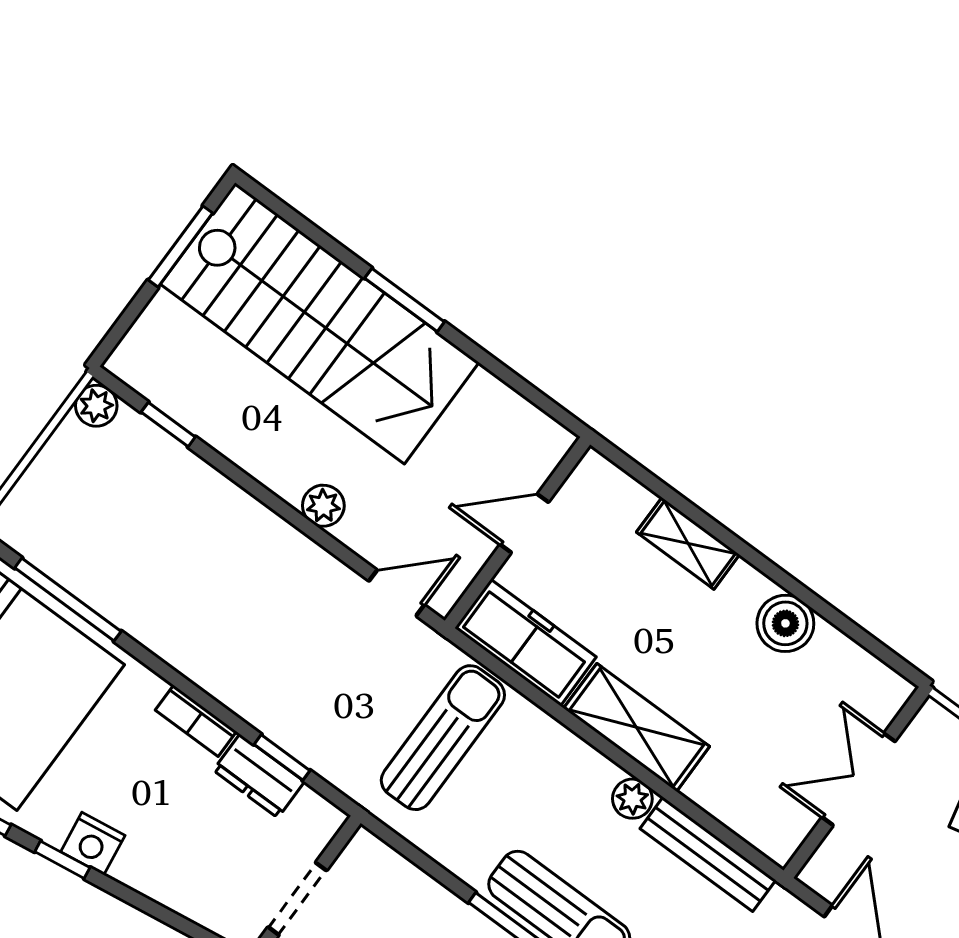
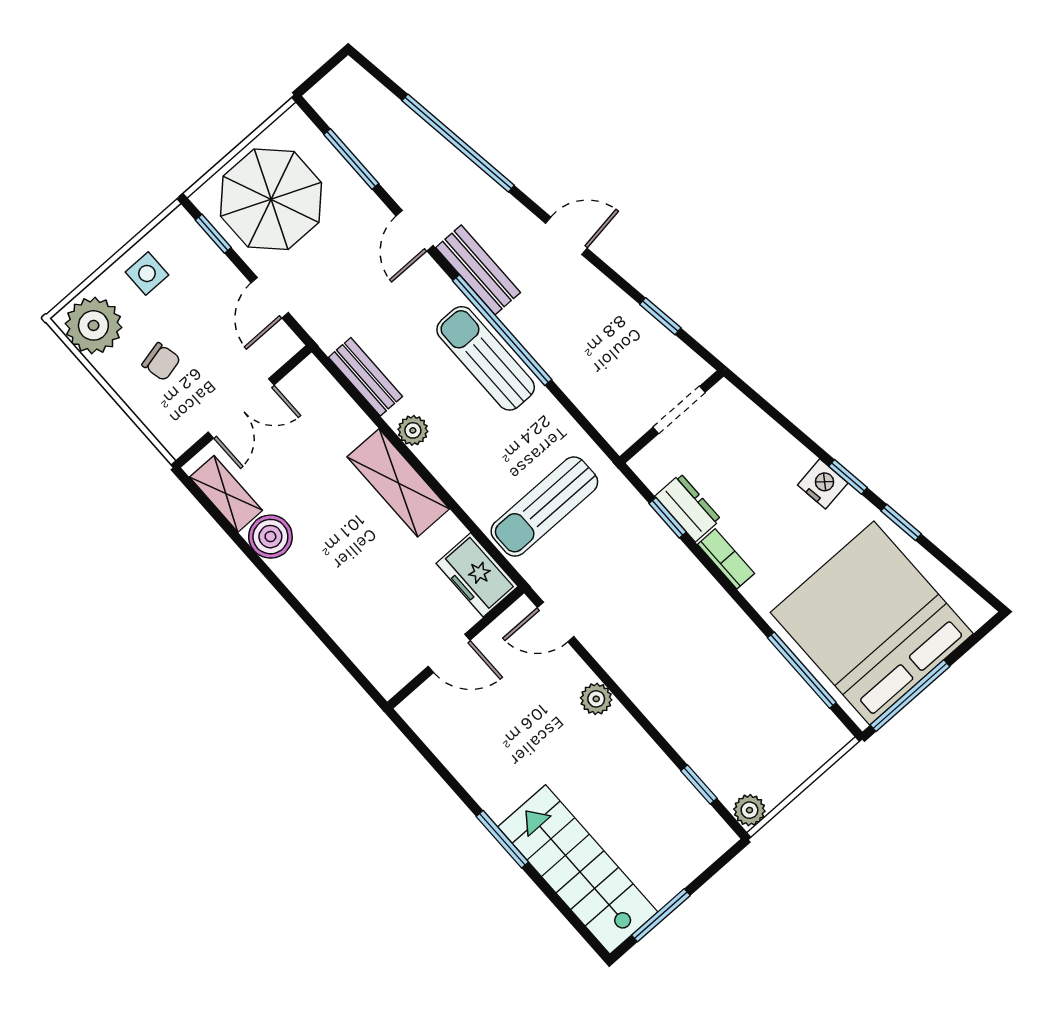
stairs: (320, 323) -> (578, 869), width x0.73, depth x0.66
shelving: (688, 543) -> (226, 494), moved
freezer: (525, 643) -> (477, 575), width x0.71
bench: (708, 854) -> (365, 377), width x0.73

